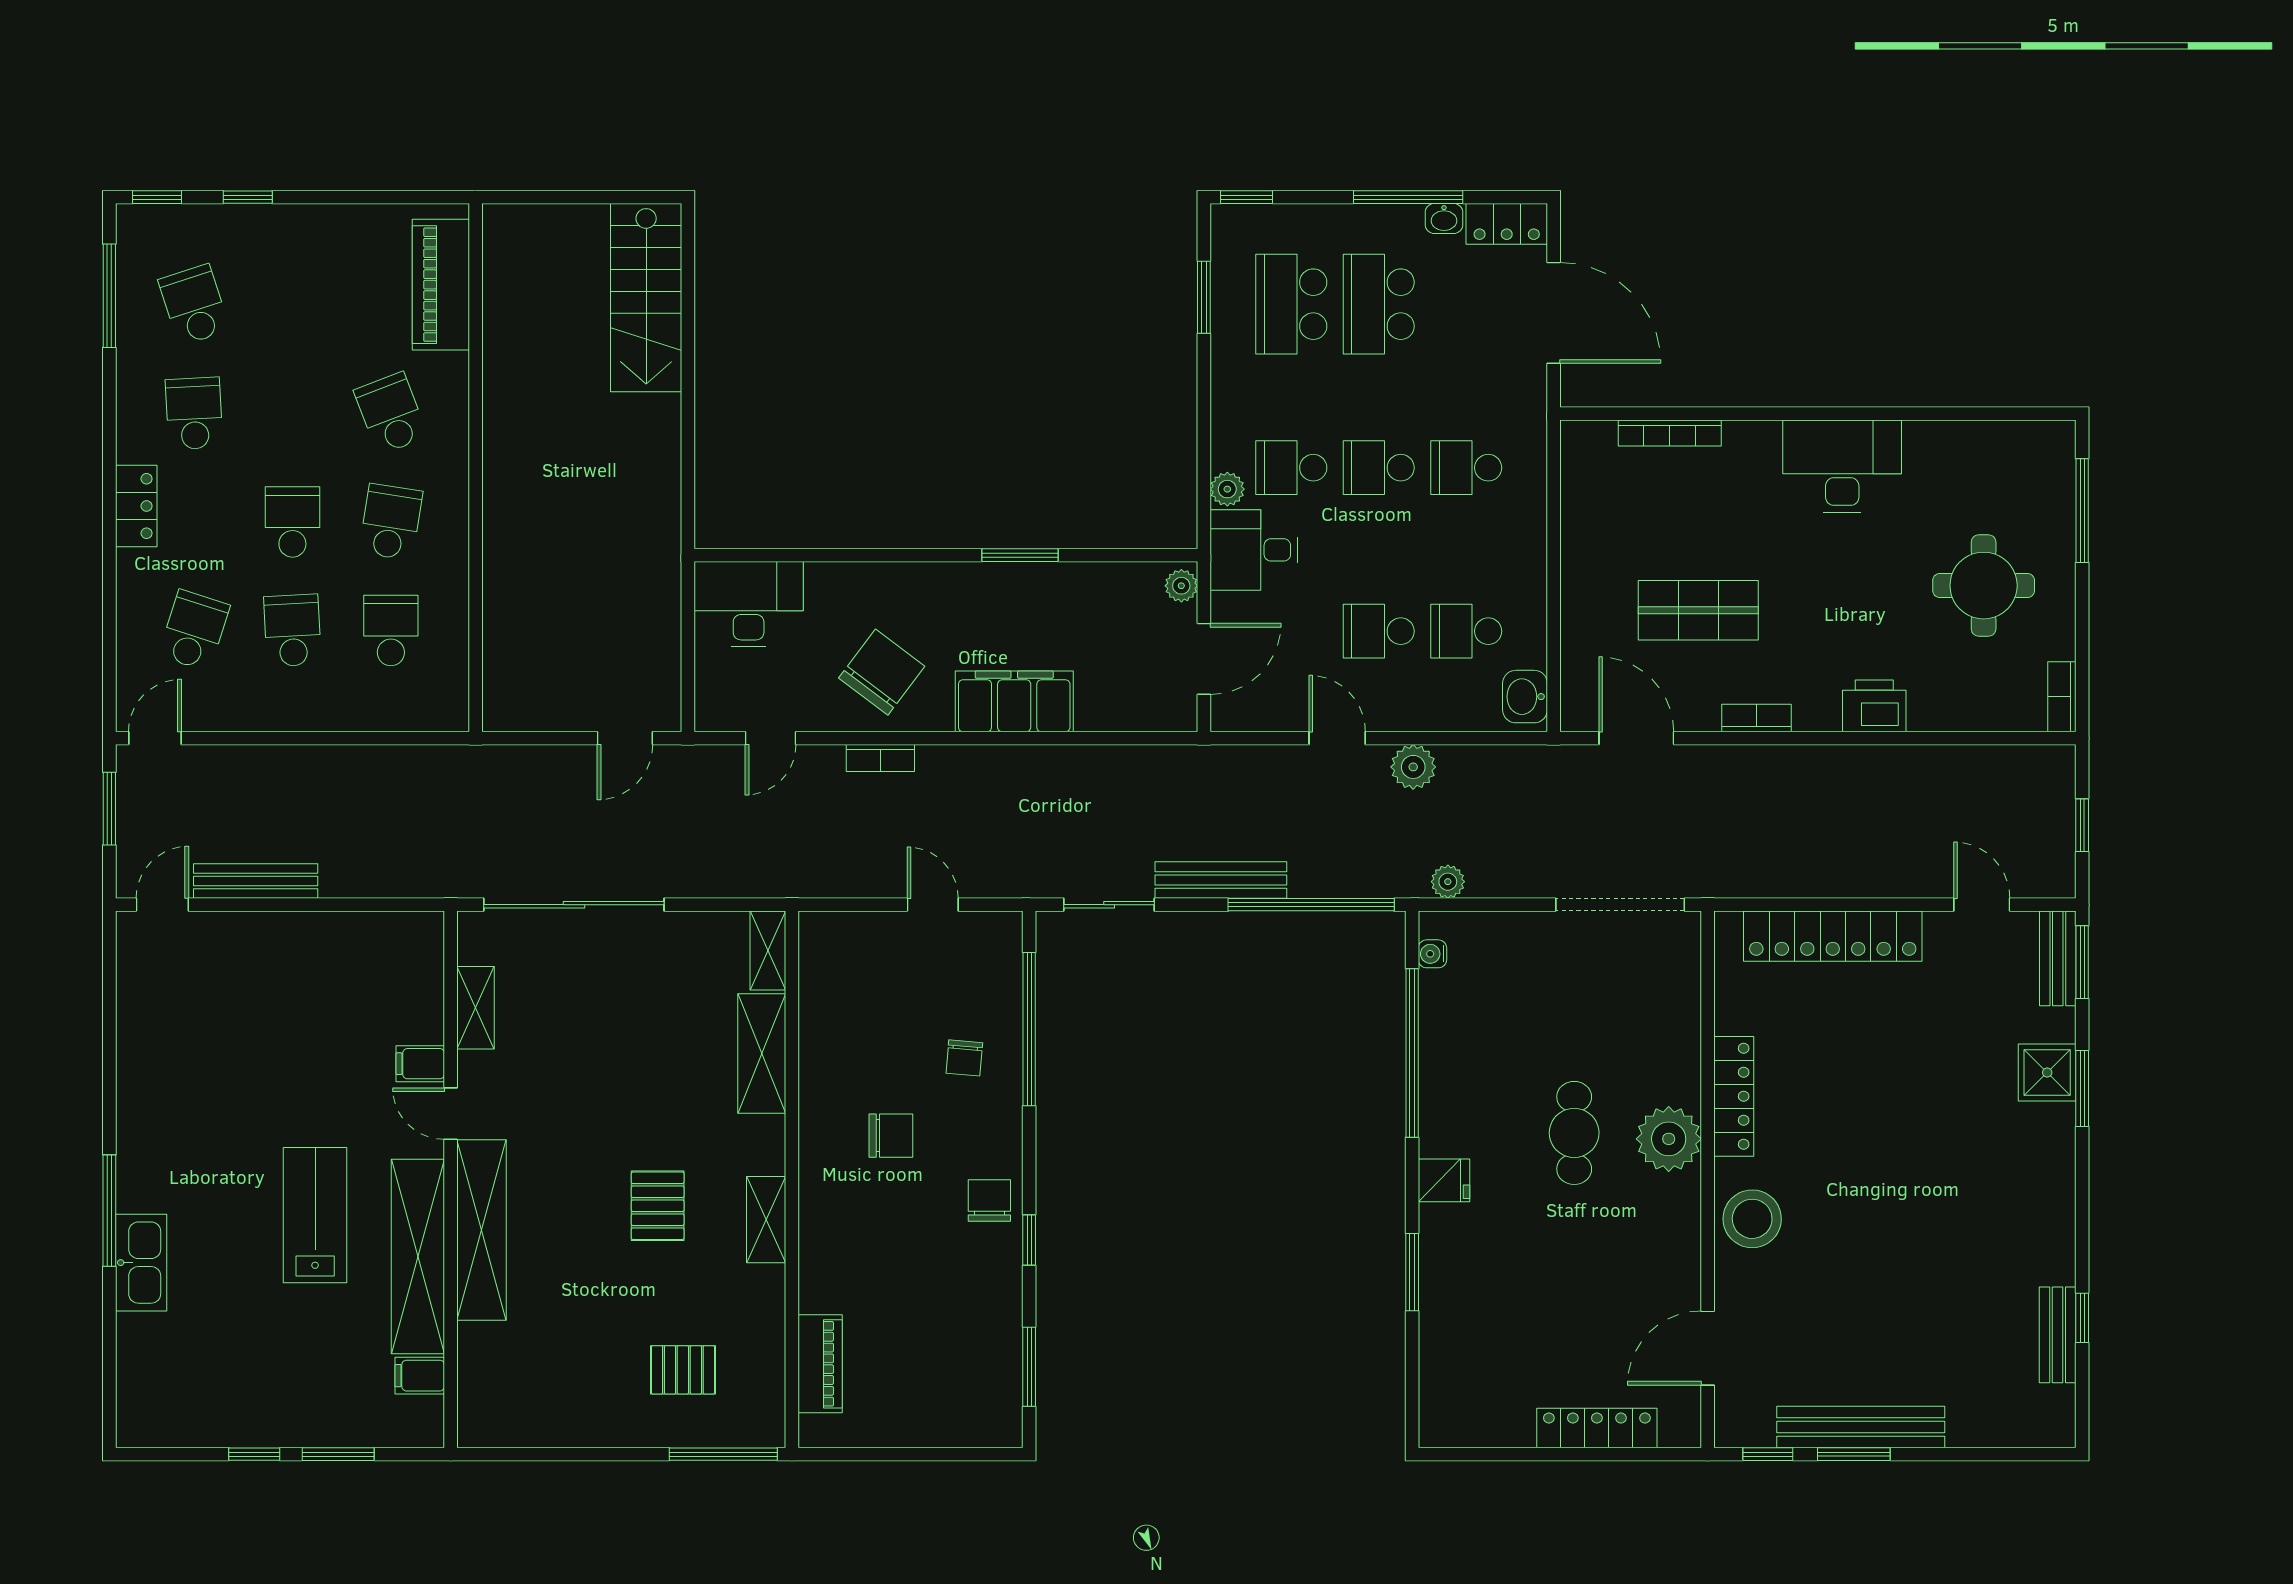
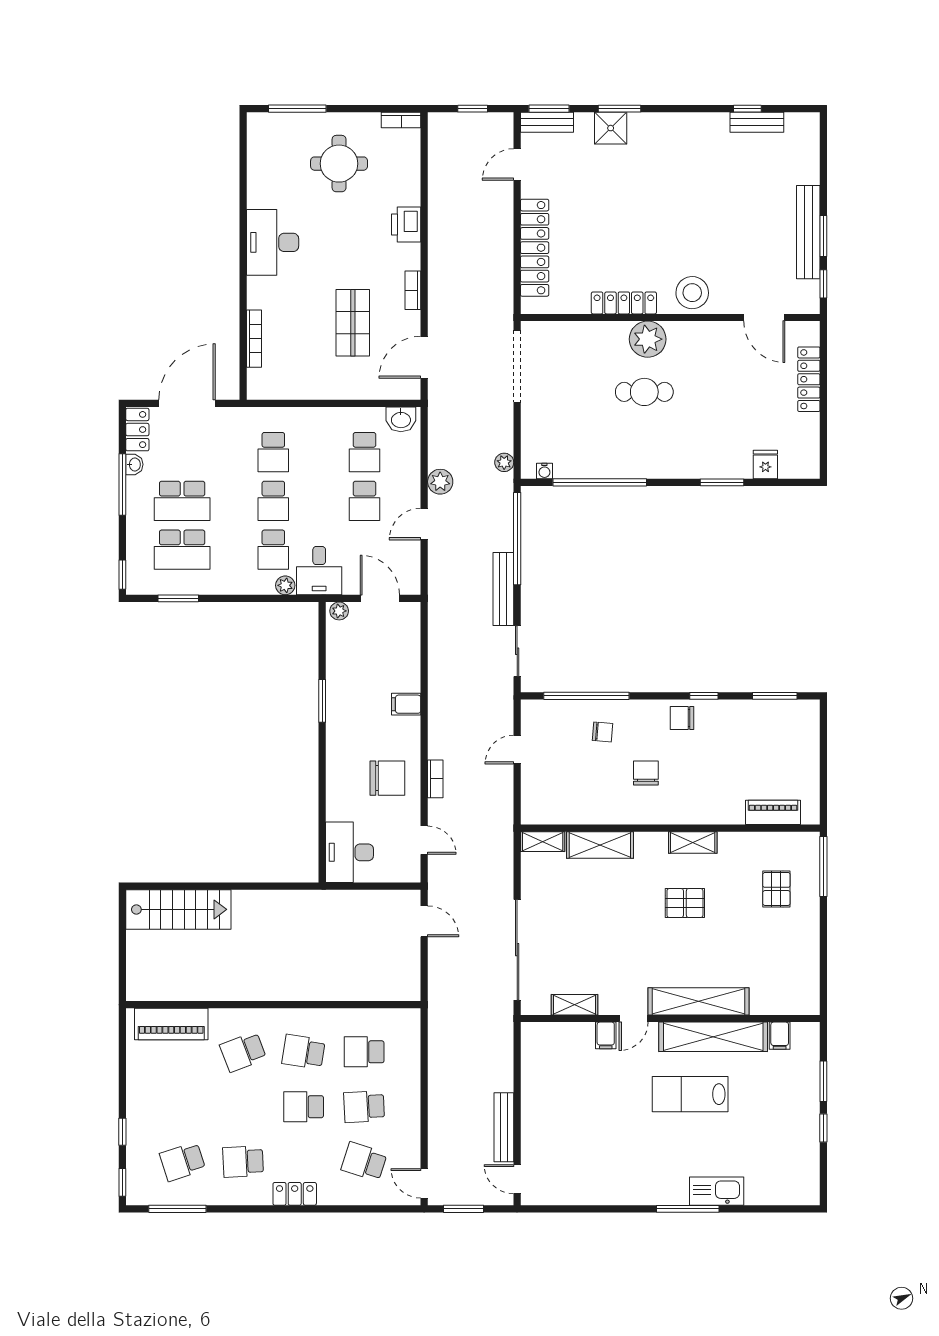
chair: (882, 672) -> (387, 778), turned 143
filing cabinet: (1014, 701) -> (406, 704), width x0.33, depth x0.86
fridge: (1444, 1180) -> (765, 465), moved

